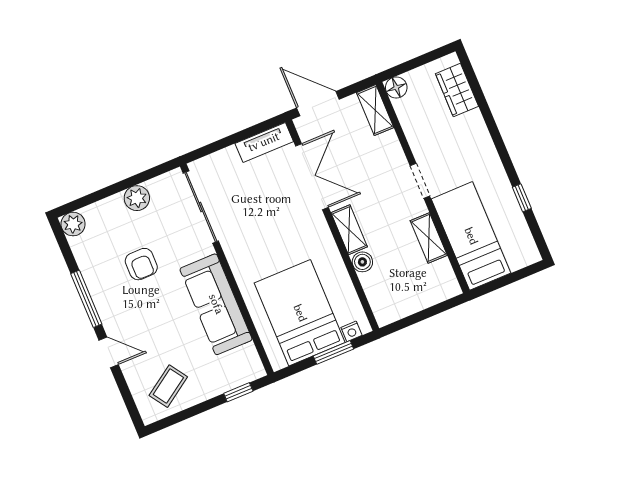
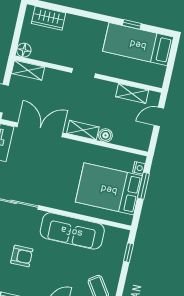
bed: (471, 236) -> (138, 44), moved
shelving: (429, 238) -> (132, 93), moved
door: (432, 311) -> (159, 117), added

